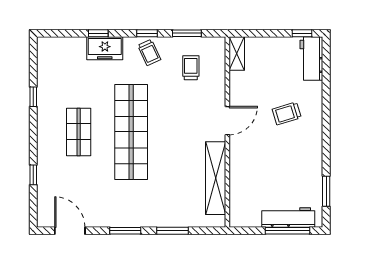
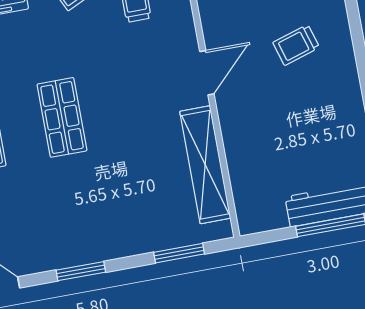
shop shelf: (131, 132) -> (62, 117), width x0.50, depth x0.74
window: (172, 231) -> (179, 253), moved

